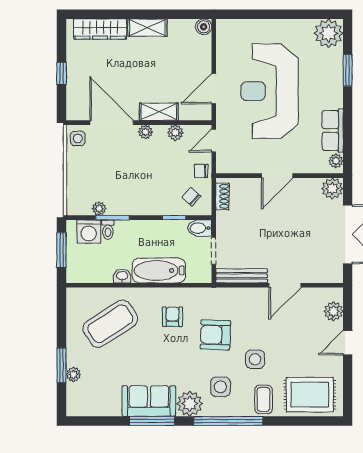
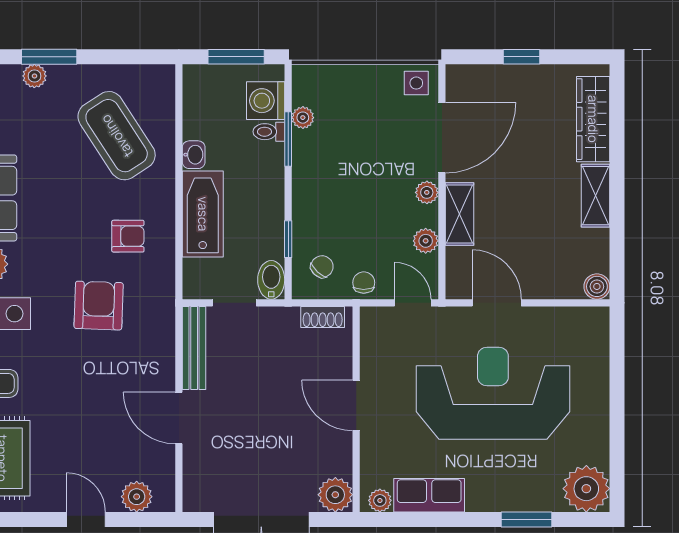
side table: (255, 359) -> (59, 370), removed

